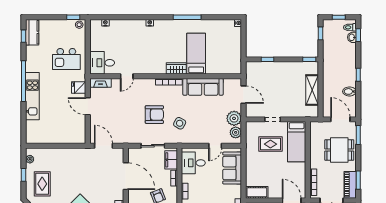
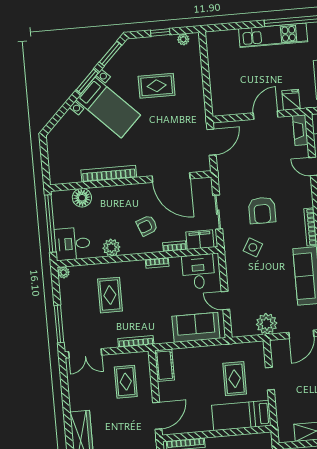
plant: (236, 132) -> (247, 328), removed
door: (126, 176) -> (171, 177), hinge flipped
rug: (42, 184) -> (157, 86), moved

